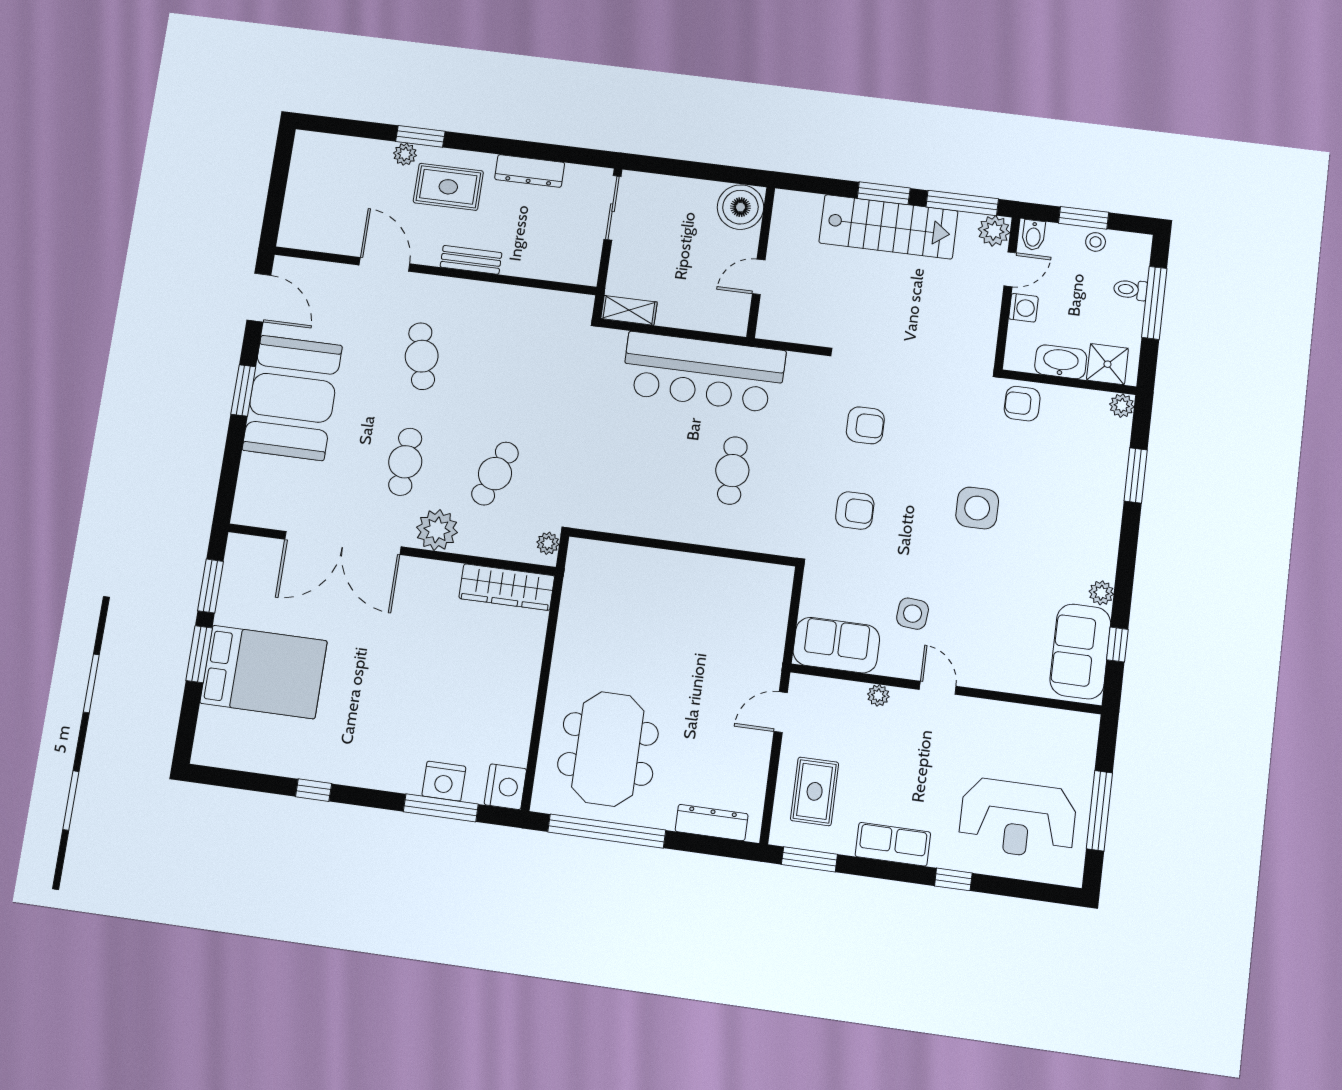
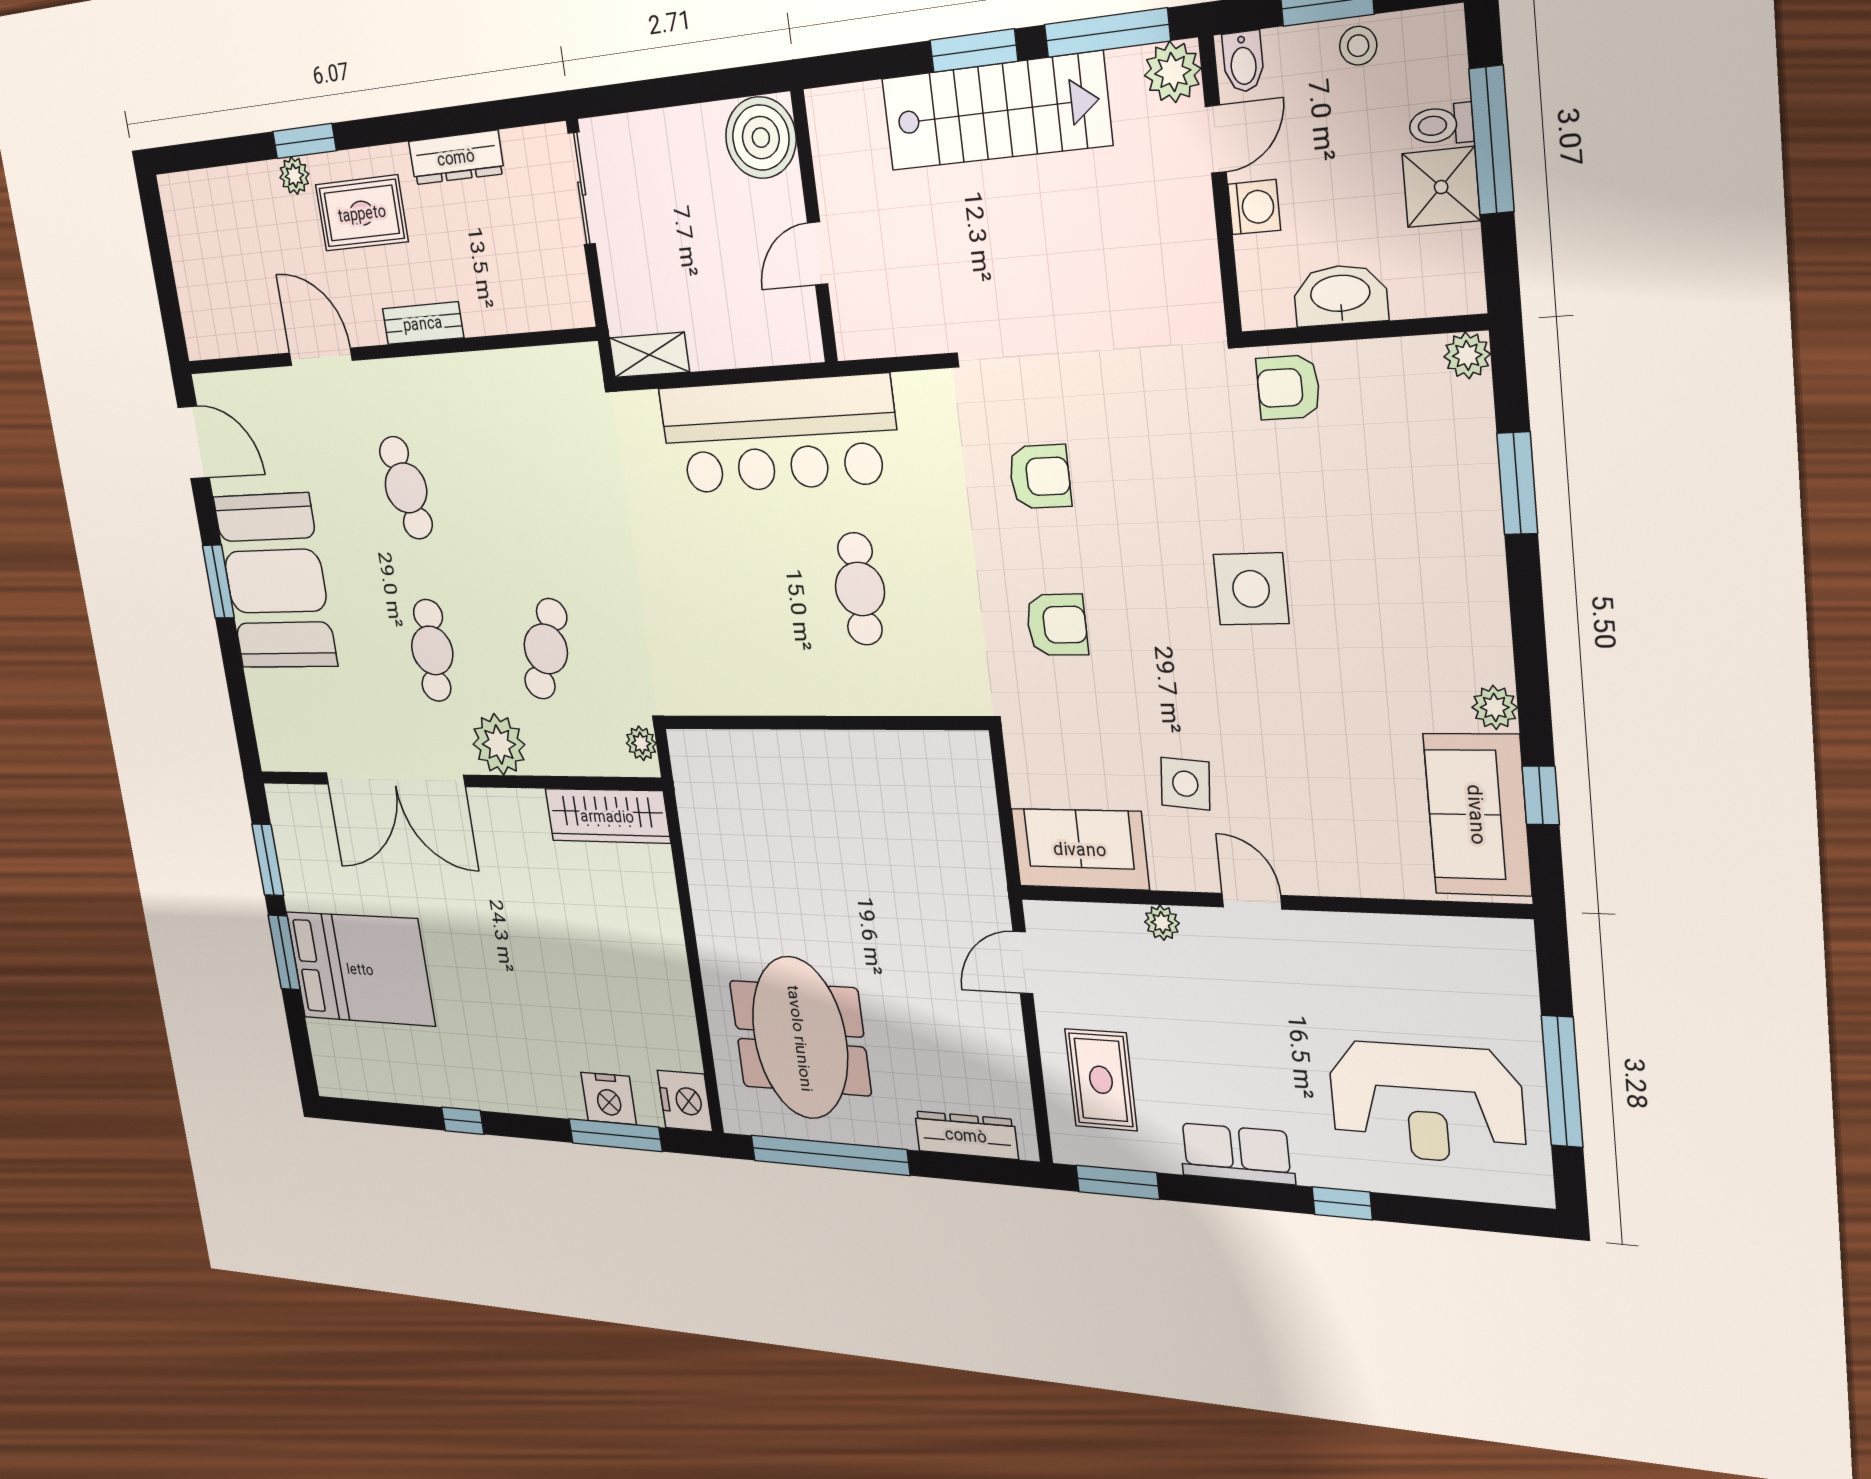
shower: (1107, 364) -> (1441, 187), moved

